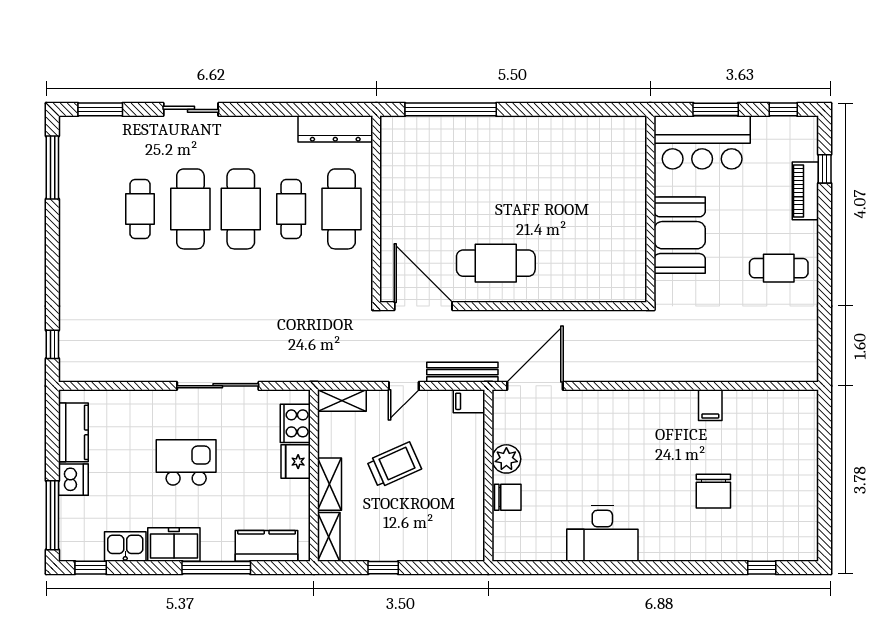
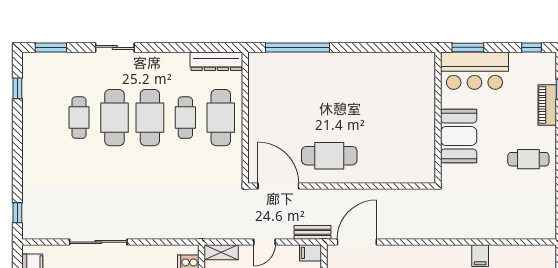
window: (716, 109) -> (468, 47), moved
window: (52, 167) -> (17, 88), width x0.46
bench: (462, 372) -> (312, 232), width x0.73
sliding door: (218, 386) -> (98, 242), moved

